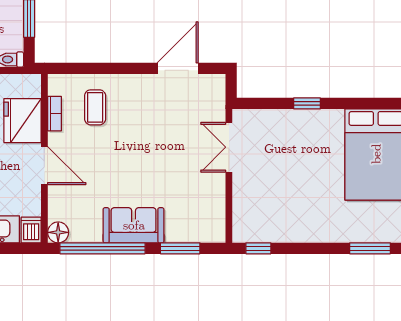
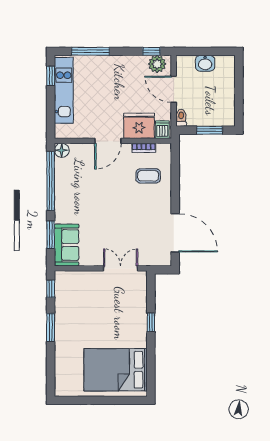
door: (178, 68) -> (175, 233), width x1.36
sofa: (134, 225) -> (67, 245), moved
dishwasher: (31, 230) -> (162, 130), moved, turned -90
window: (370, 248) -> (51, 328), moved

